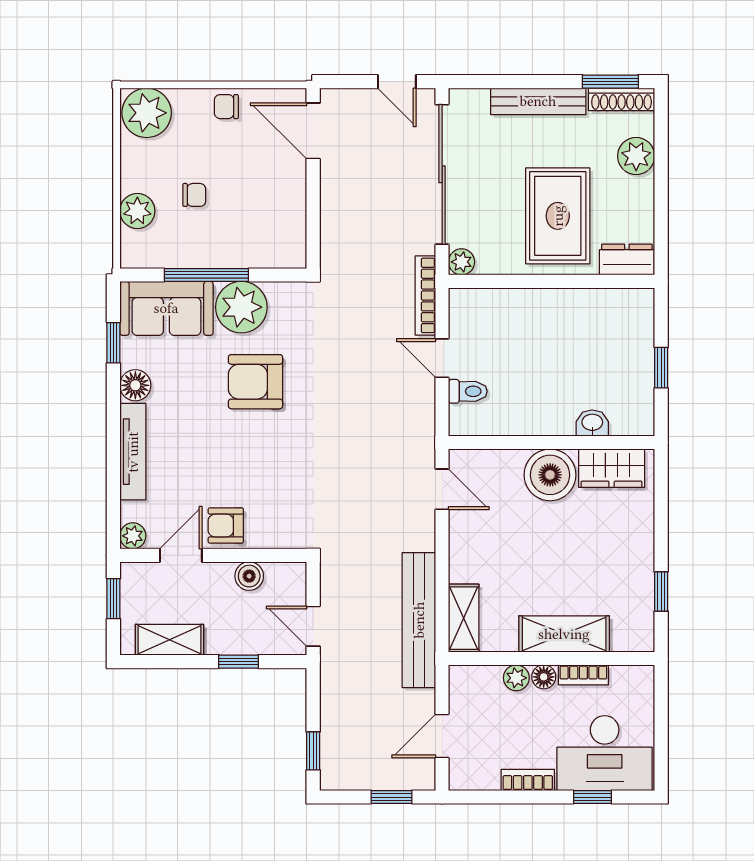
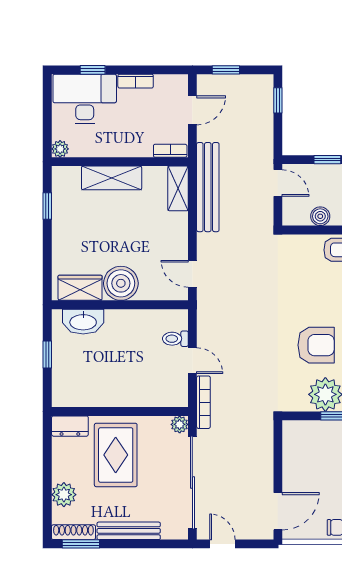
door: (313, 131) -> (278, 511), hinge flipped
washbasin: (592, 423) -> (83, 322), width x1.91, depth x1.45
bookcase: (583, 675) -> (170, 151), moved
floor lamp: (544, 677) -> (125, 149), removed
plant: (516, 678) -> (60, 149), moved

